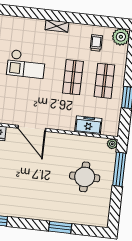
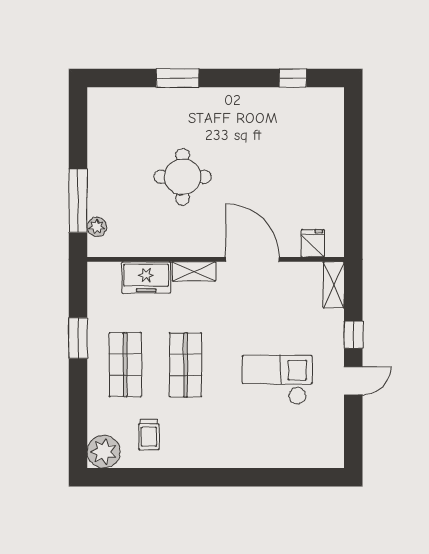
shelving: (57, 26) -> (194, 271), moved
plant: (112, 144) -> (97, 227), moved
round table: (85, 177) -> (183, 177), moved

